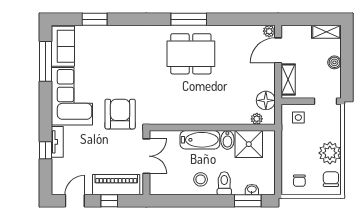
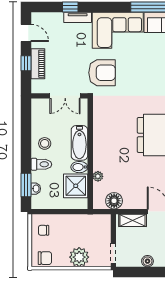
side table: (298, 117) -> (99, 229), removed
plant: (257, 119) -> (98, 176), moved
plant: (330, 153) -> (79, 257), moved
piano: (116, 185) -> (38, 64), width x0.73, depth x0.75

